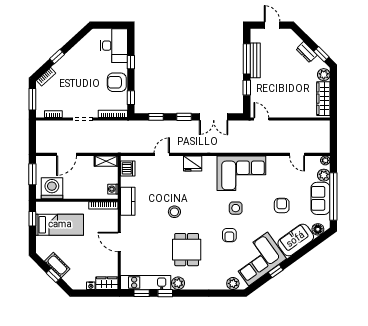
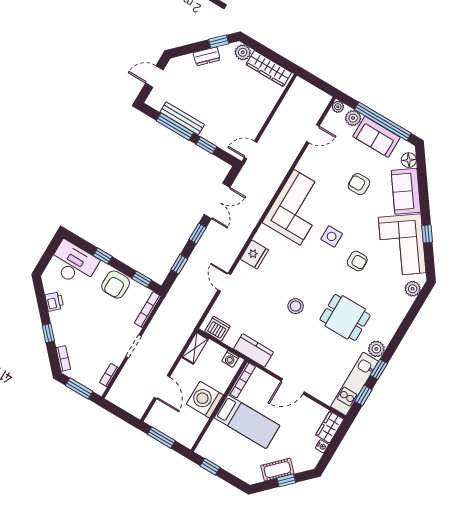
printer: (81, 48) -> (54, 302), added
washing machine: (52, 188) -> (205, 400), moved
bed: (60, 225) -> (247, 422), moved, turned 90

